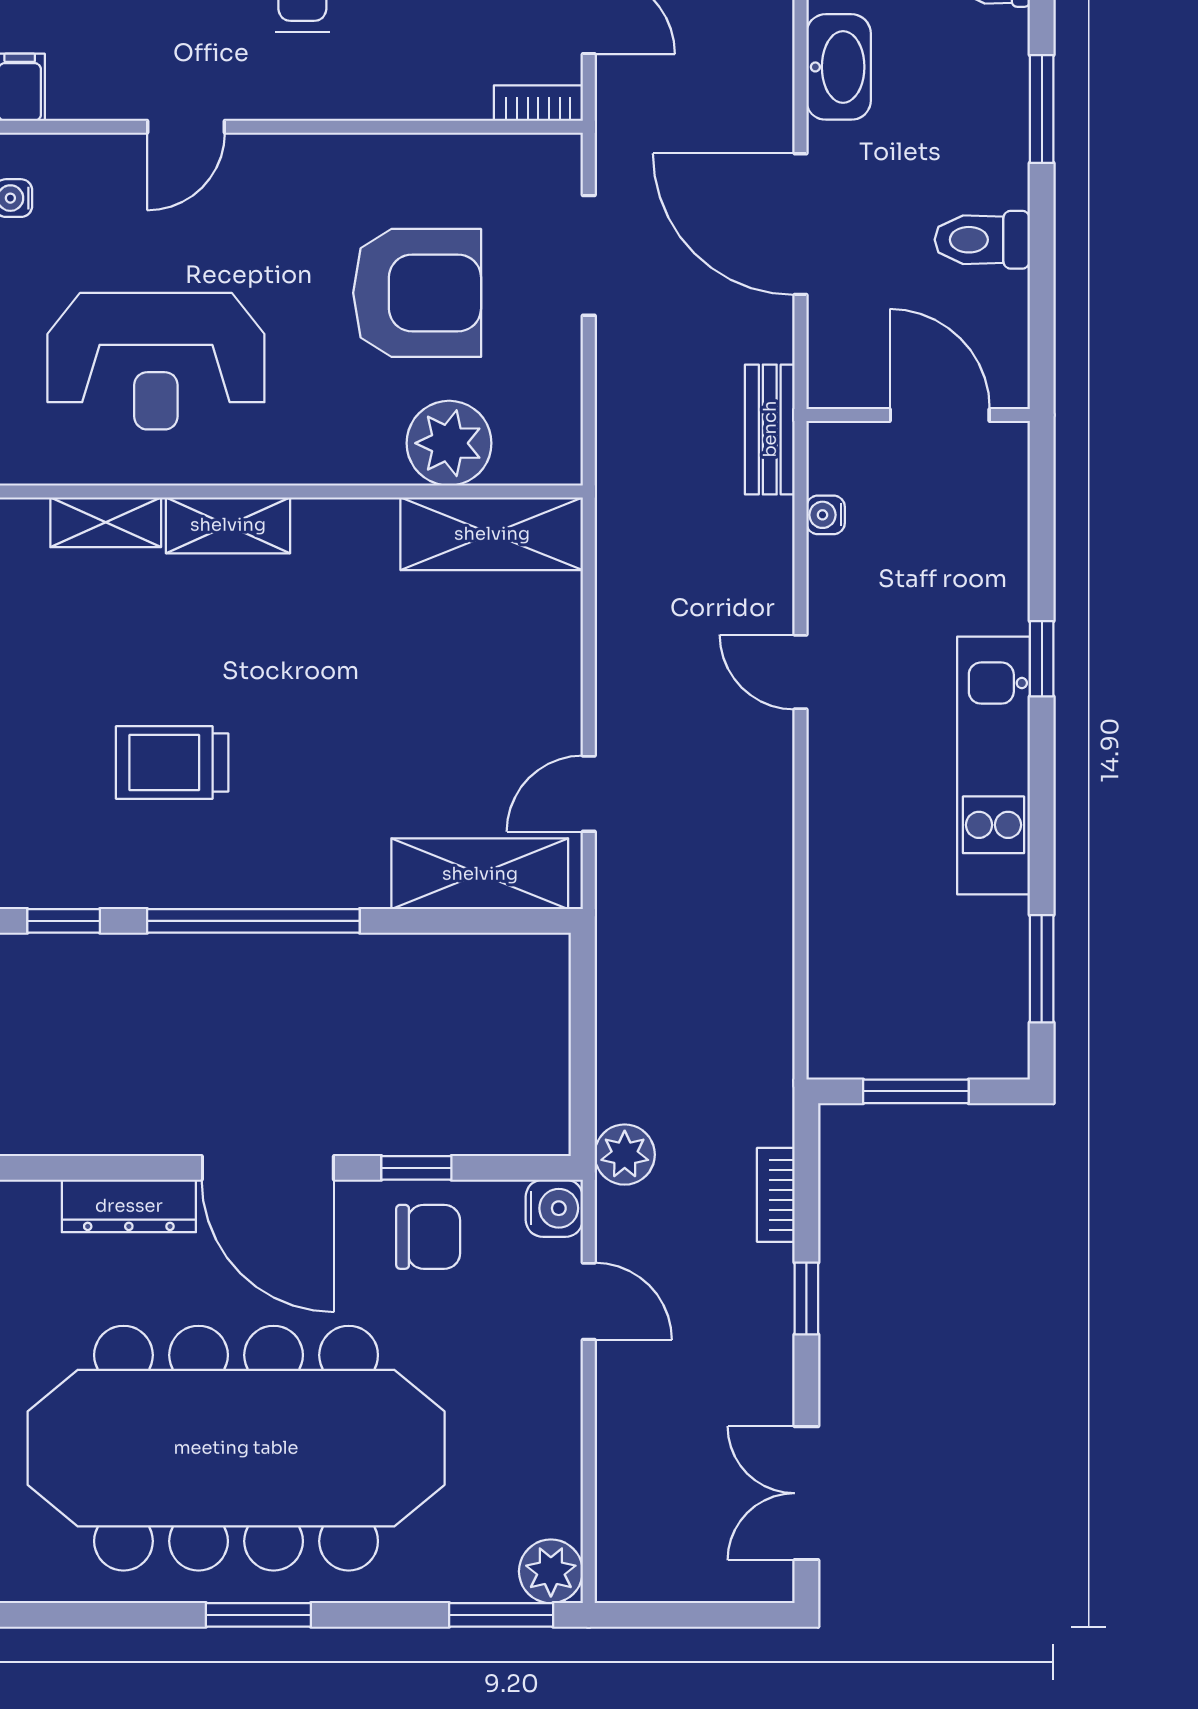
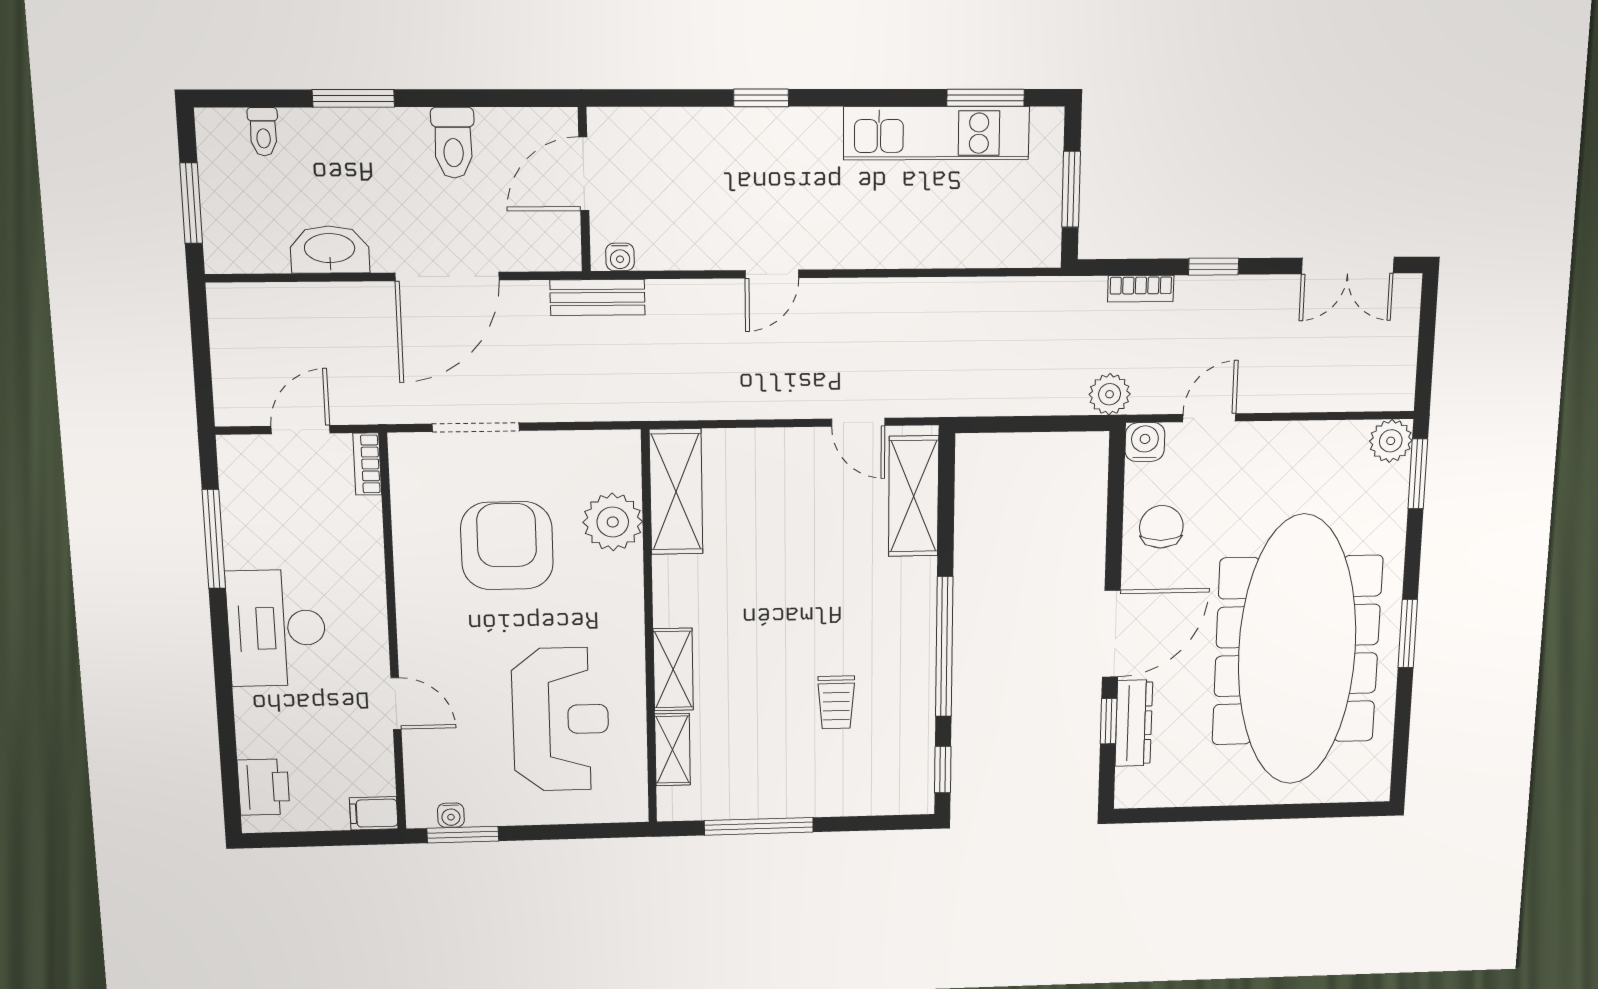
water cooler: (826, 515) -> (620, 257), moved
trolley: (172, 762) -> (836, 702), width x0.73, depth x0.72
kitchen unit: (993, 766) -> (936, 133), moved
window: (416, 1168) -> (1109, 721), moved

